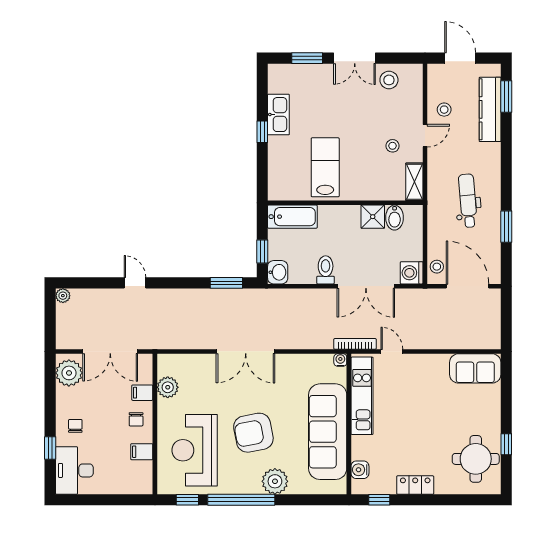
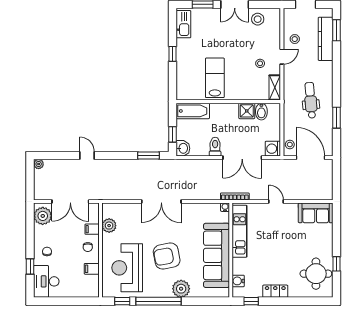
kitchen sink: (278, 115) -> (183, 24), moved
door: (392, 351) -> (276, 201), moved

